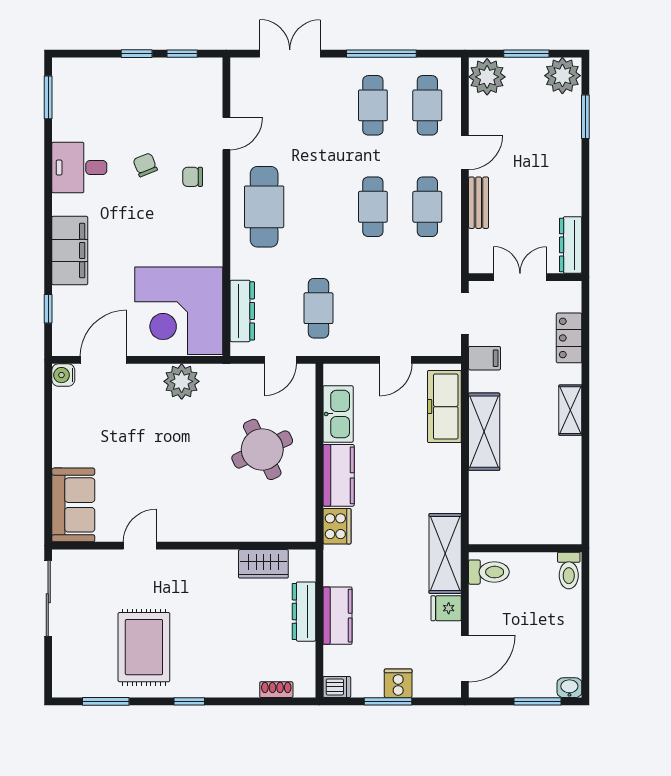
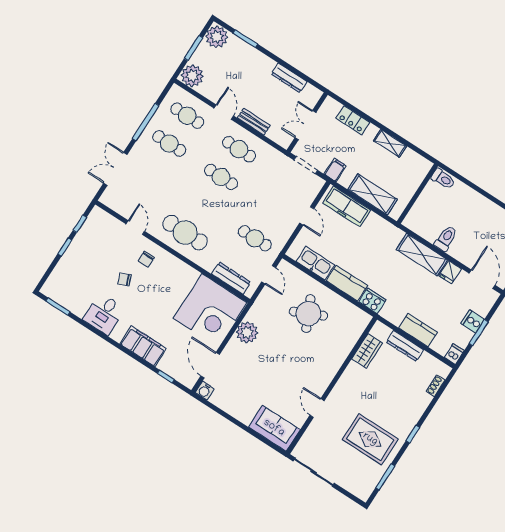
dresser: (571, 245) -> (289, 78), moved
wall: (525, 548) -> (417, 194), moved
toilet: (569, 570) -> (443, 179), moved

